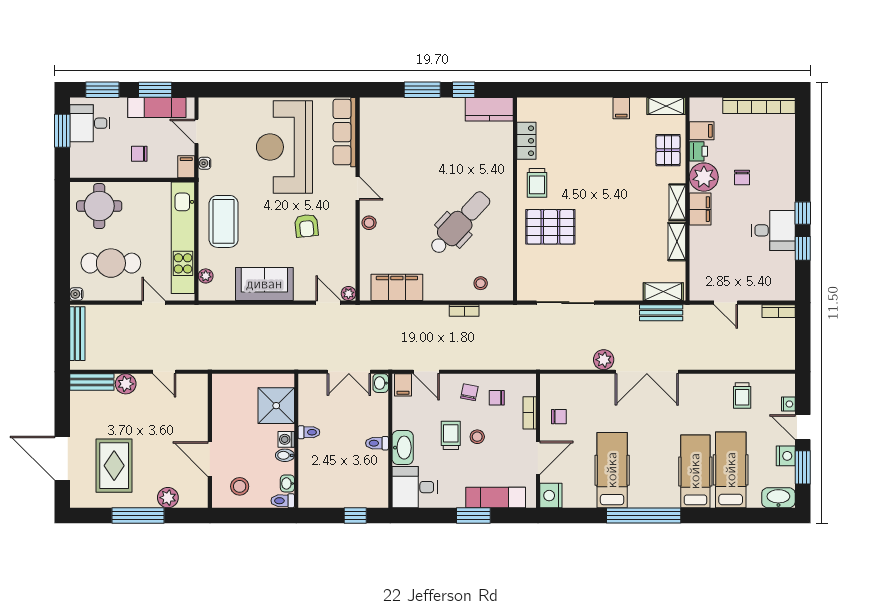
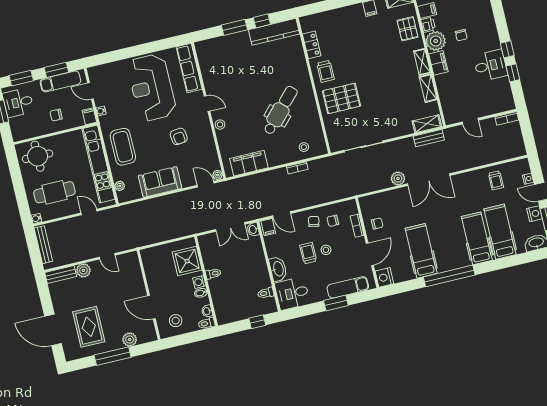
kitchen counter: (489, 109) -> (274, 32), width x1.50
toilet: (377, 443) -> (266, 293), moved

